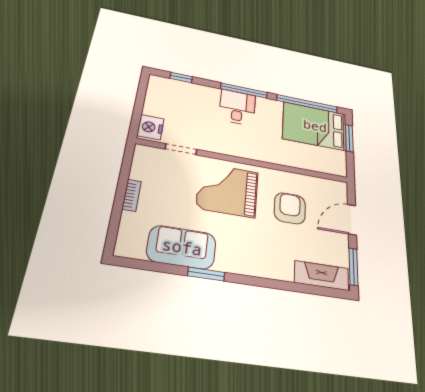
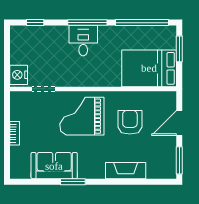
bed: (315, 126) -> (149, 68), moved
fireplace: (322, 275) -> (126, 171), moved

